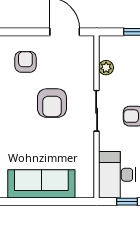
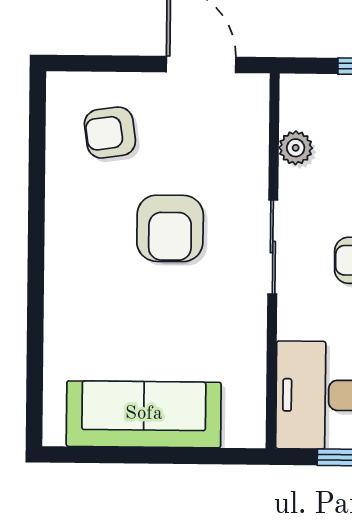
armchair: (25, 62) -> (110, 133), turned -98

